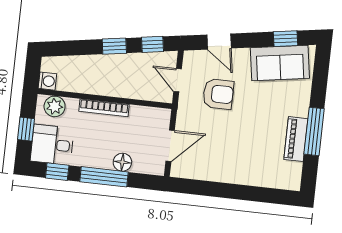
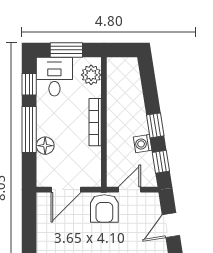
washing machine: (47, 81) -> (143, 144), moved, turned 81
armchair: (218, 94) -> (104, 208), moved
window: (26, 129) -> (66, 50), width x1.50
door: (170, 146) -> (66, 190), hinge flipped

